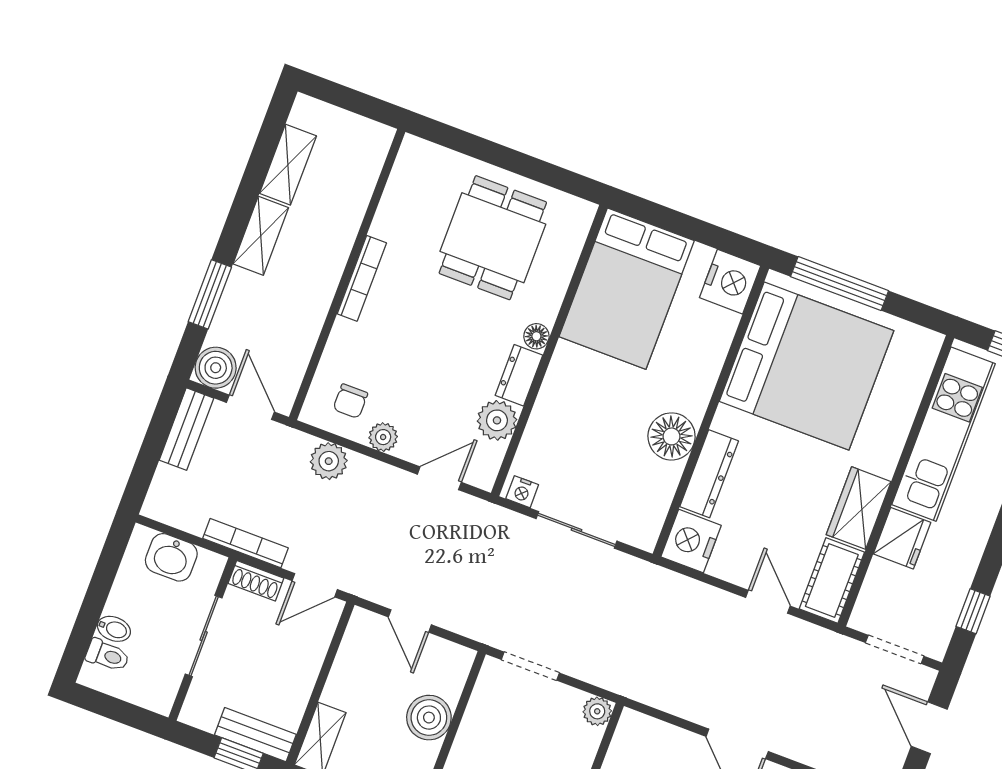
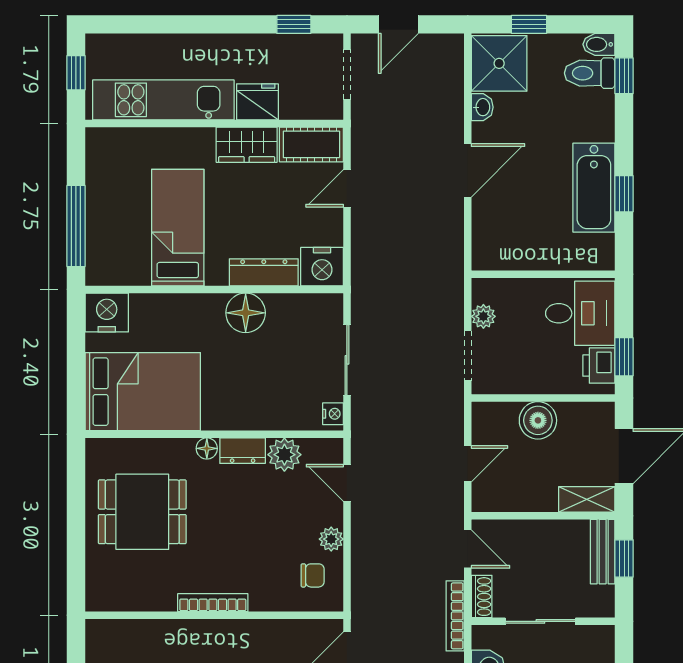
bed: (807, 366) -> (178, 228), width x0.49
plant: (329, 461) -> (366, 575), removed
plant: (597, 711) -> (483, 316), moved

